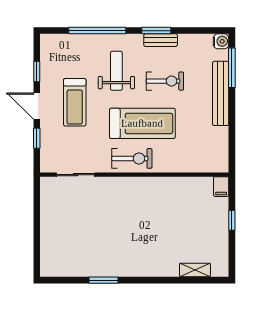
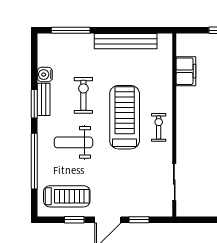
water cooler: (221, 41) -> (45, 75), moved, turned -90
bench: (221, 93) -> (126, 41), moved
treadmill: (75, 102) -> (67, 196), moved
exercise bike: (132, 158) -> (159, 127), width x0.73, depth x0.72
filing cabinet: (221, 187) -> (186, 71), moved, width x2.00

